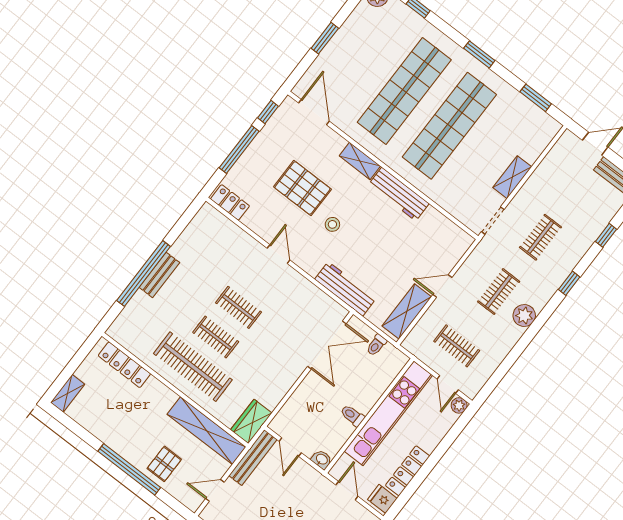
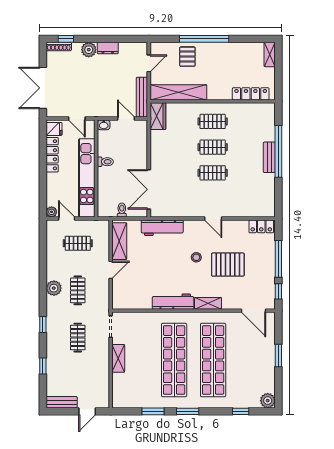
window: (536, 98) -> (153, 411), moved
clothes rail: (193, 367) -> (213, 121), width x0.54, depth x0.76

